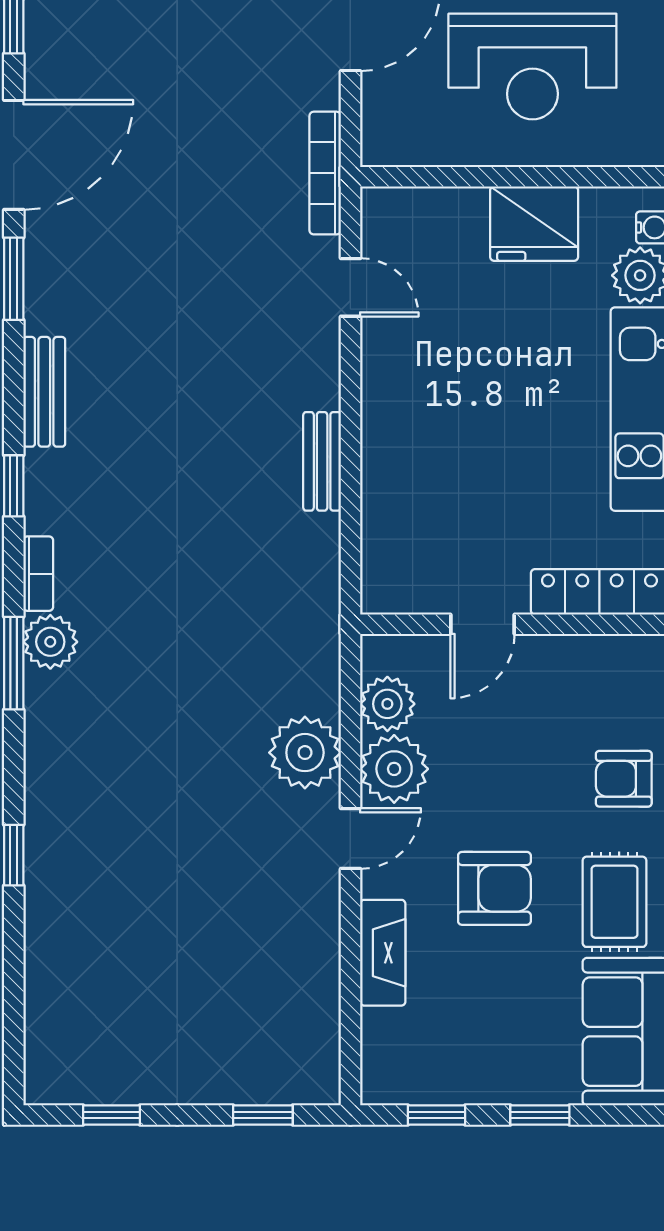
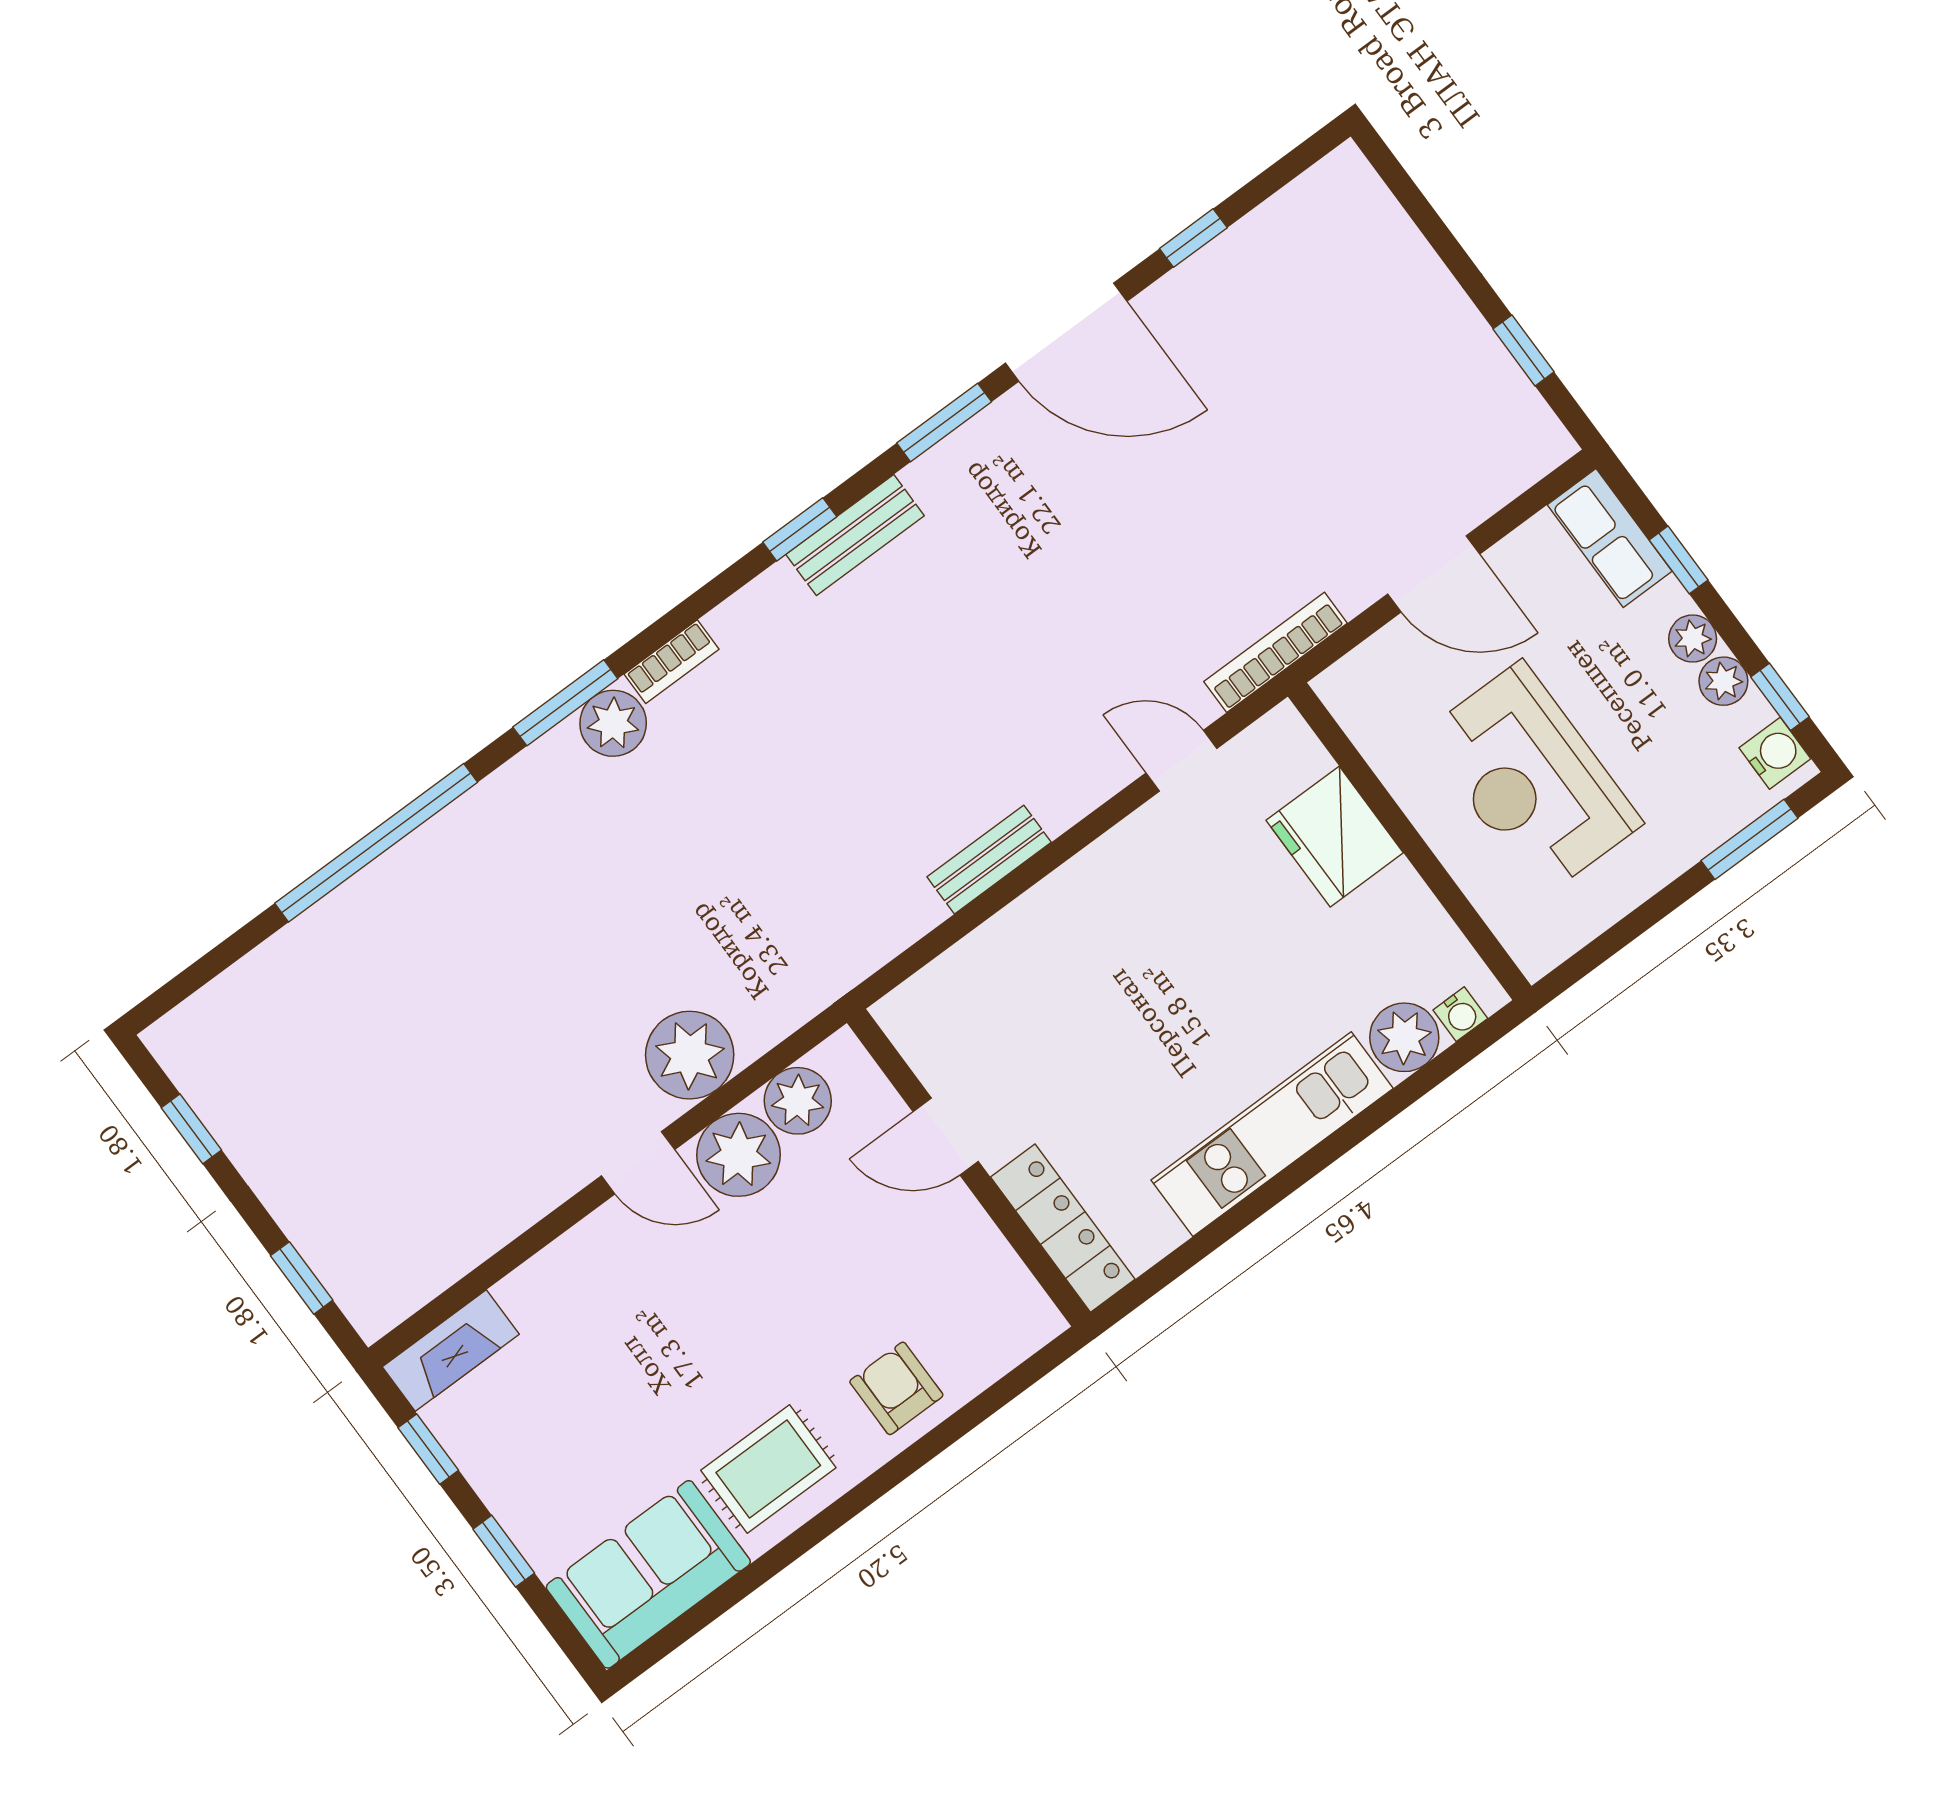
fridge: (534, 224) -> (1335, 837), moved
door: (350, 287) -> (1181, 761), swing flipped
window: (14, 486) -> (800, 529), moved
window: (14, 855) -> (376, 843), width x3.17
armchair: (494, 888) -> (694, 1341), removed
fireplace: (383, 953) -> (451, 1350), moved

